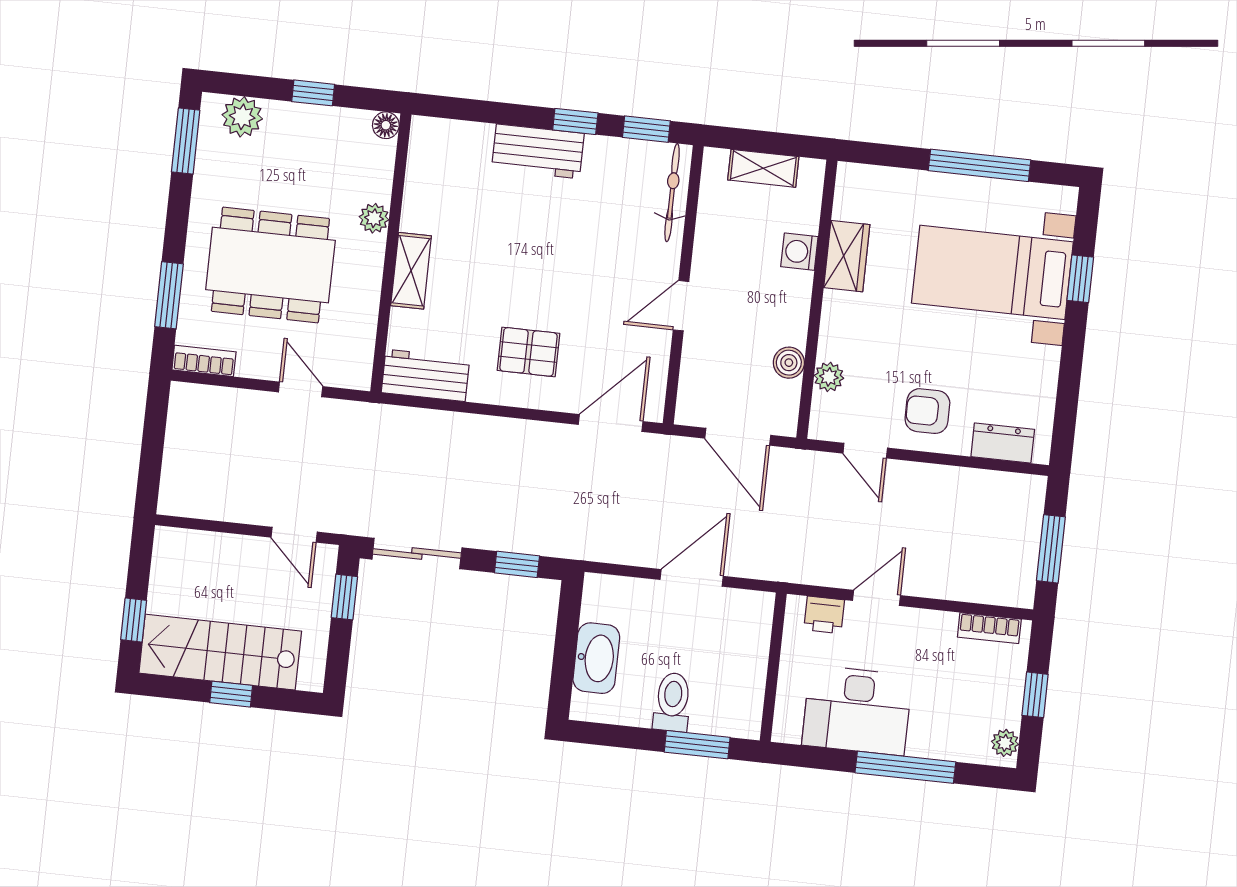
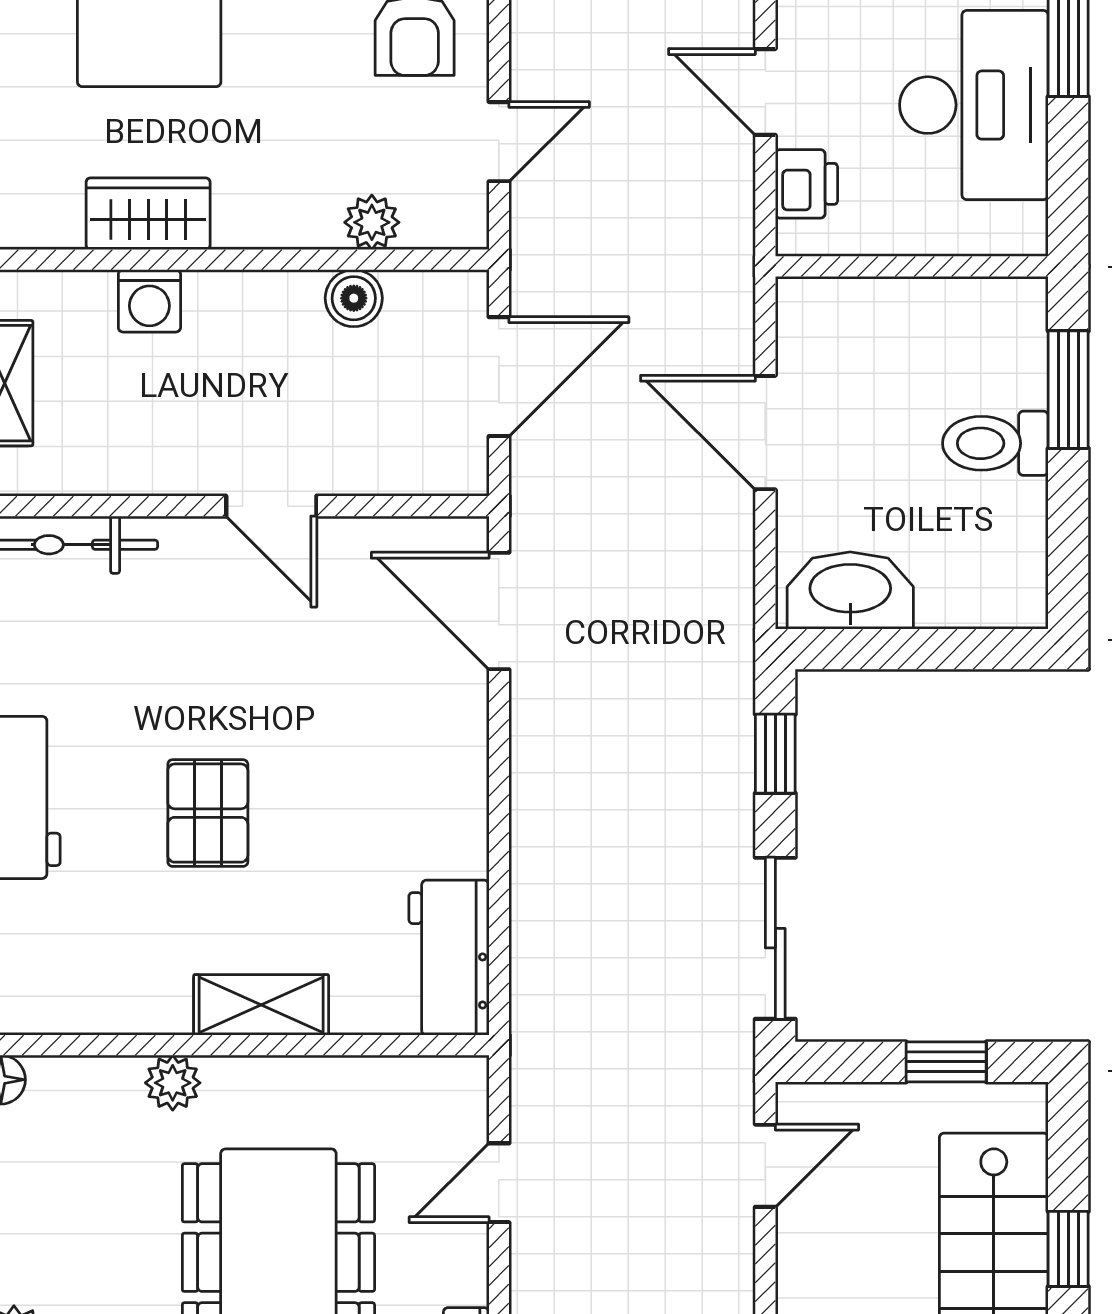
pallet: (529, 352) -> (208, 813), moved
window: (344, 597) -> (946, 1062), moved
washbasin: (596, 658) -> (850, 591), moved

